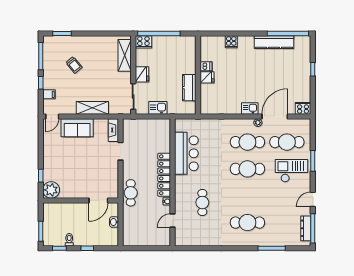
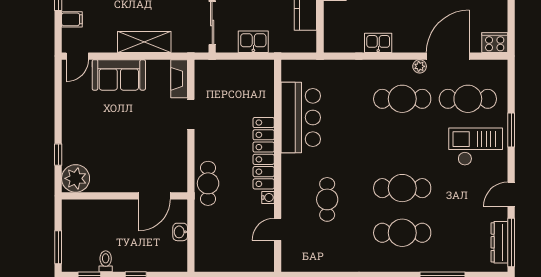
kitchen sink: (250, 108) -> (378, 43), moved
cafe table: (247, 169) -> (402, 188), moved

